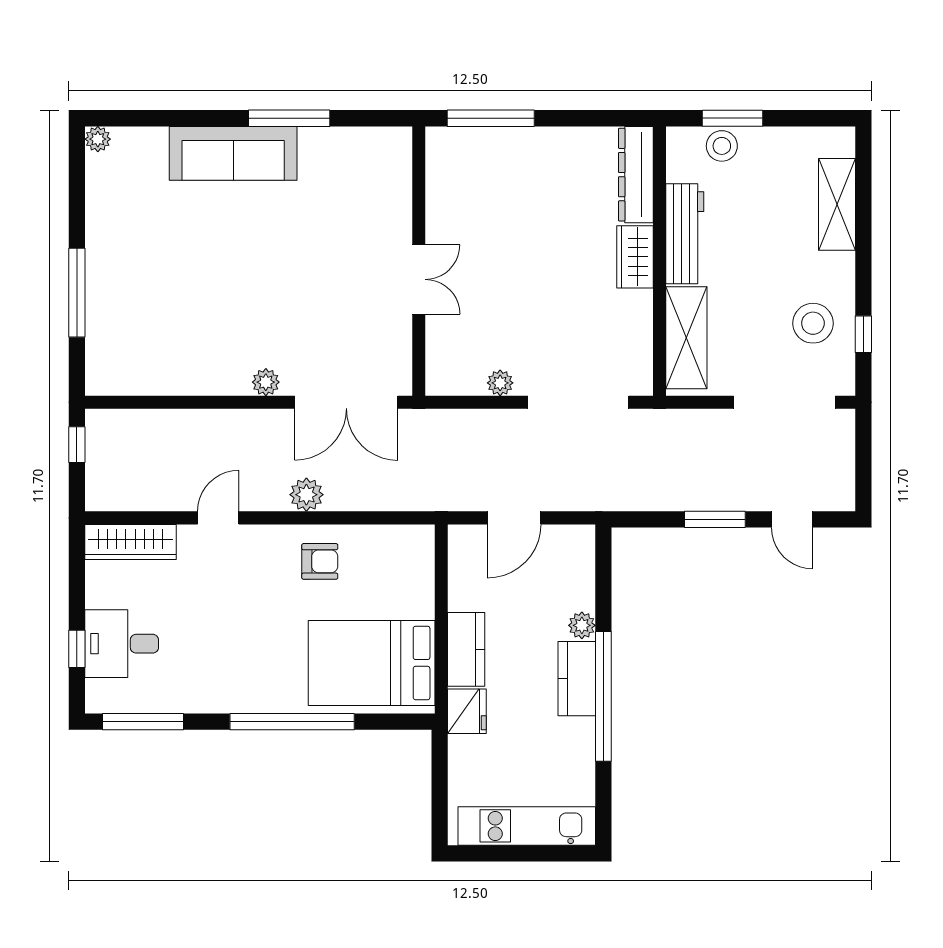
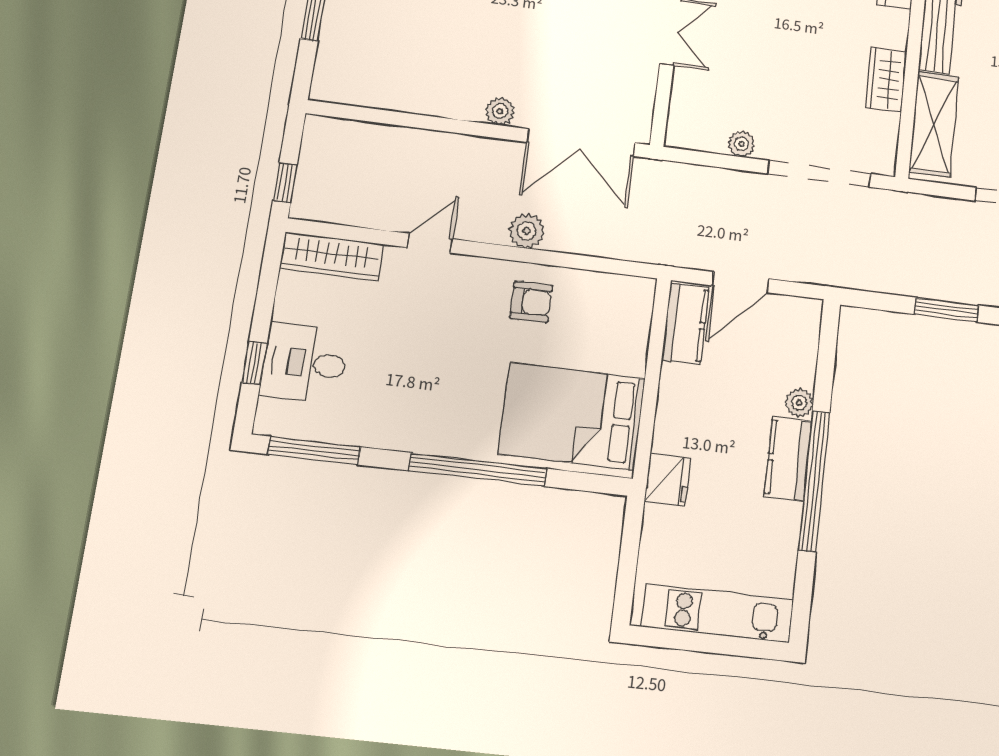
wardrobe: (635, 257) -> (886, 80), moved
window: (77, 445) -> (285, 183), moved
kitchen counter: (466, 649) -> (685, 324), moved

